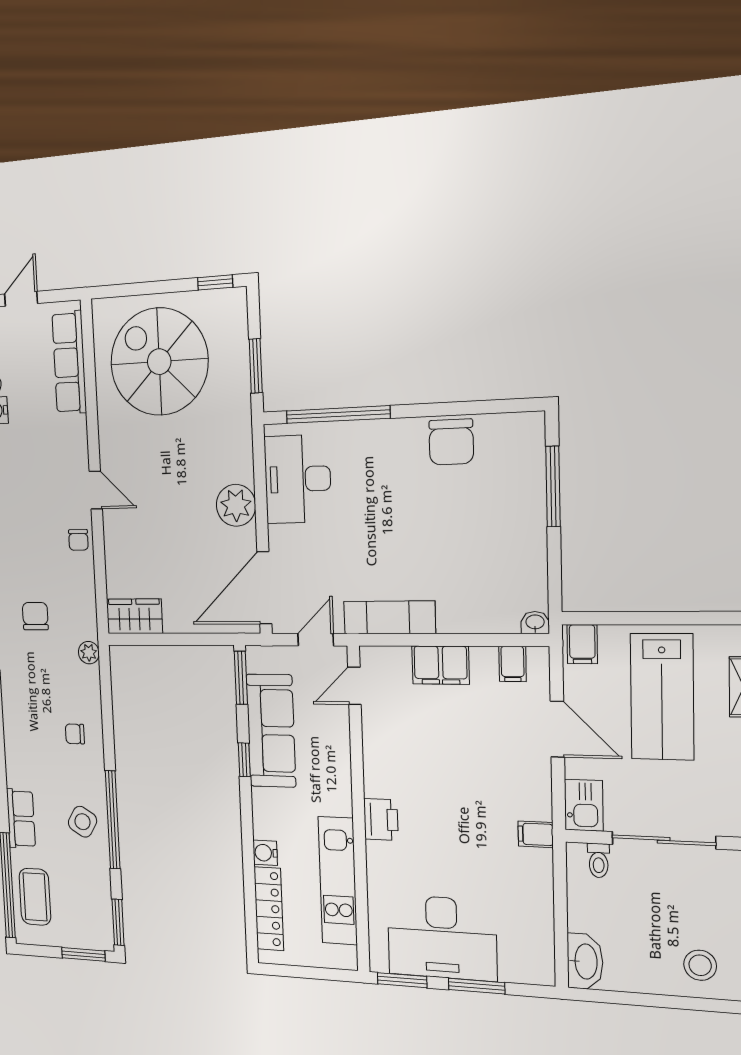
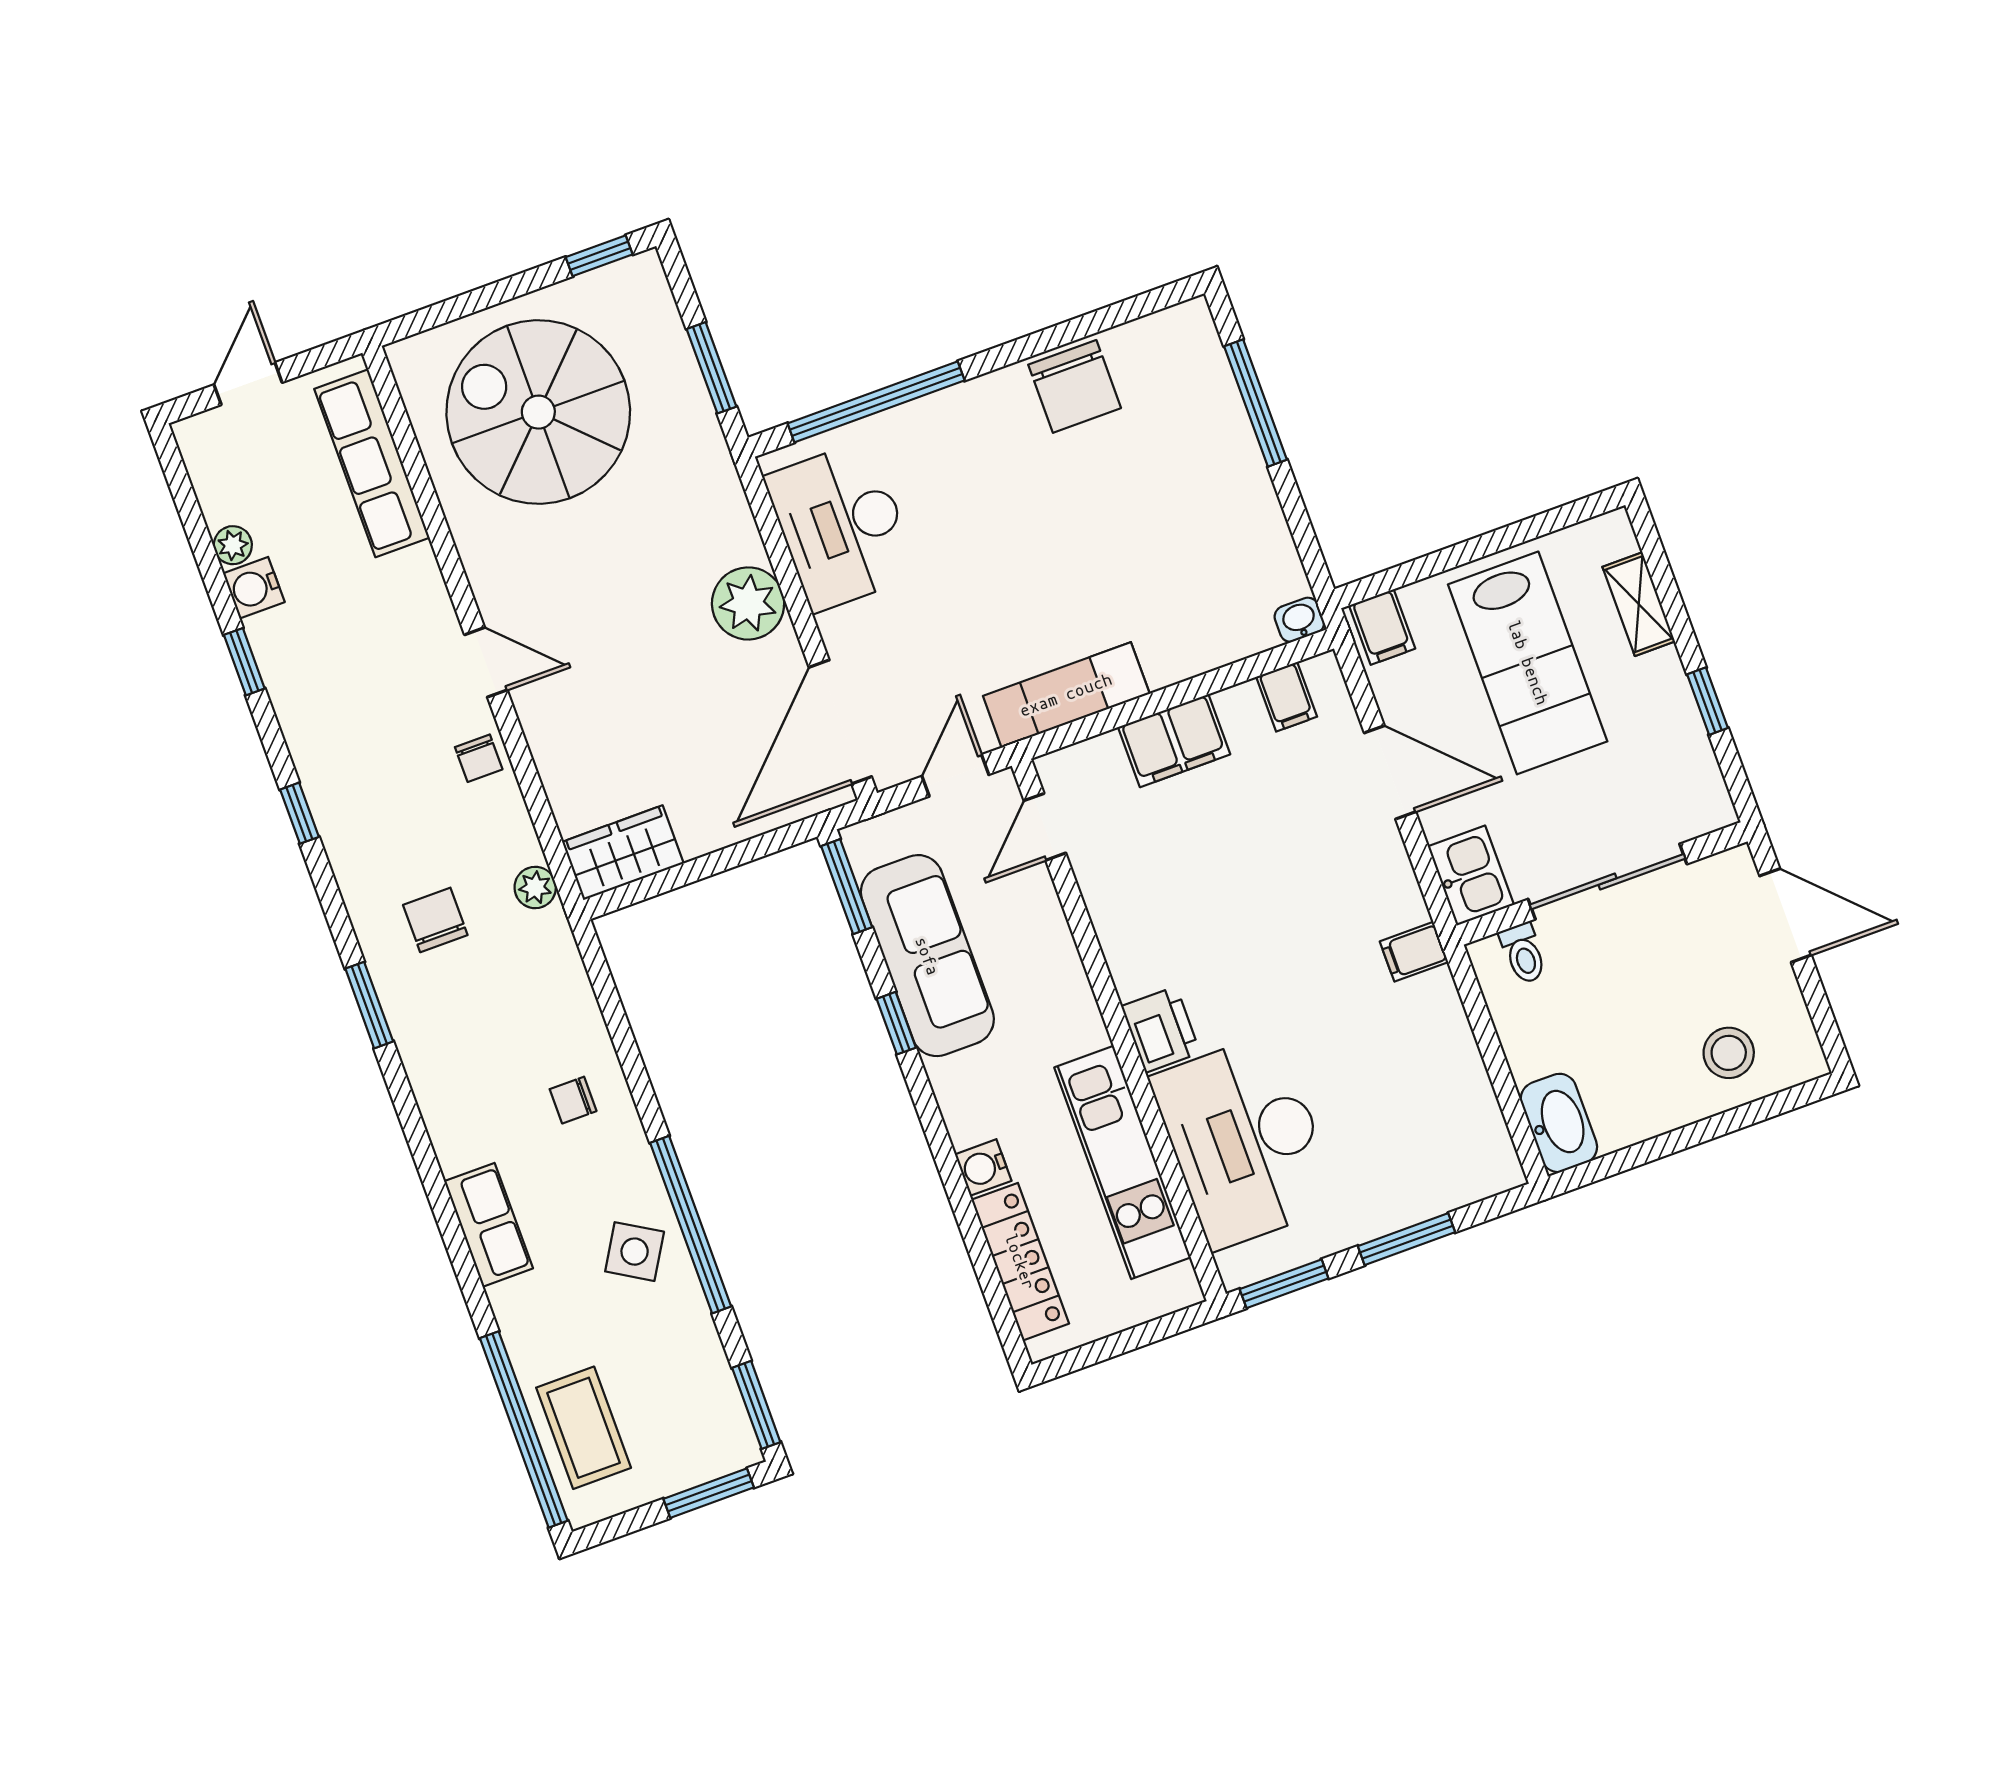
plant: (89, 653) -> (535, 887), moved
row of seats: (21, 819) -> (489, 1225), moved
desk: (442, 938) -> (1245, 1141), moved, turned 90

